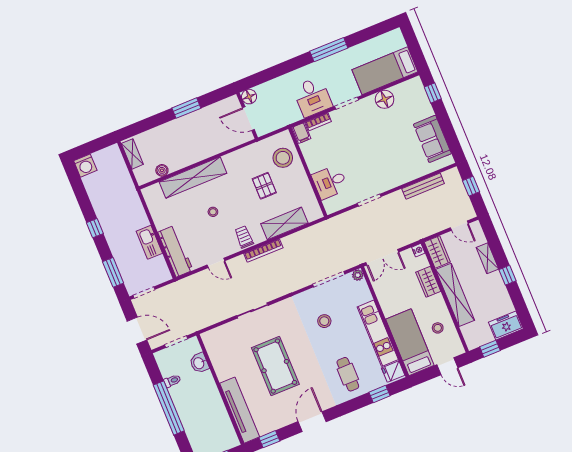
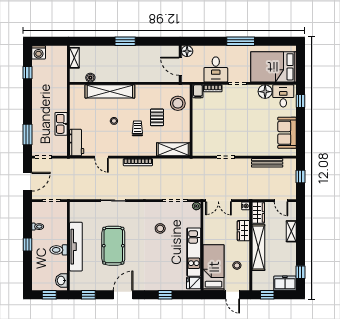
bed: (385, 71) -> (273, 67), width x1.50
floor lamp: (249, 97) -> (187, 51), moved
wall: (247, 116) -> (180, 64), moved
door: (248, 119) -> (180, 66), moved
desk: (330, 182) -> (283, 96), moved, turned 90
shelving: (284, 223) -> (173, 149), moved
window: (95, 228) -> (27, 73), moved
trolley: (244, 237) -> (137, 128), moved
workbench: (175, 251) -> (77, 143), width x0.73
window: (508, 275) -> (300, 272), moved
door: (137, 331) -> (27, 182), hinge flipped
washbasin: (199, 363) -> (61, 281), moved
cafe table: (348, 374) -> (161, 272), removed
window: (379, 394) -> (165, 295), moved
toilet: (210, 399) -> (59, 250), added
window: (169, 408) -> (27, 244), width x0.32
tv unit: (240, 410) -> (76, 247), moved

